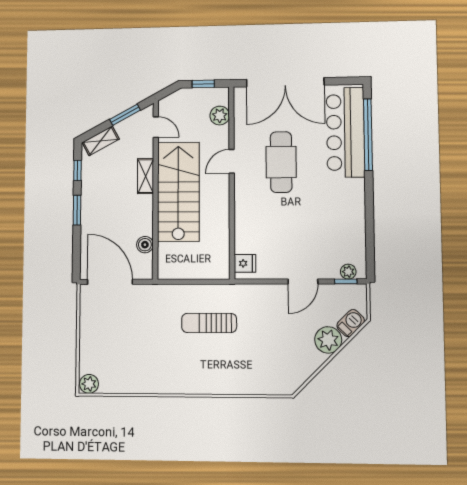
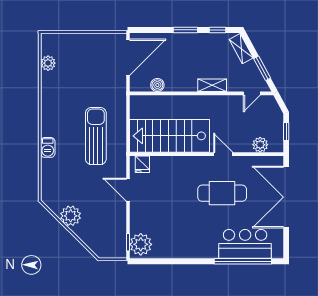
bar counter: (346, 132) -> (245, 244), width x0.73
stairs: (178, 192) -> (169, 136), moved, turned 180
plant: (348, 272) -> (141, 244), width x1.88, depth x1.88
door: (303, 282) -> (128, 190), moved
sun lounger: (209, 323) -> (96, 136), width x1.36, depth x1.34
barbecue: (351, 323) -> (48, 147), moved, turned 45
plant: (328, 340) -> (71, 216), moved
plant: (89, 384) -> (48, 63), moved

